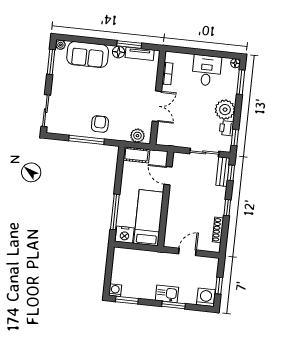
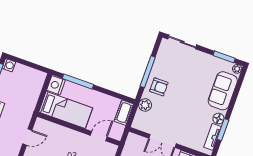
plant: (137, 136) -> (145, 105), moved
door: (187, 252) -> (27, 137), hinge flipped

